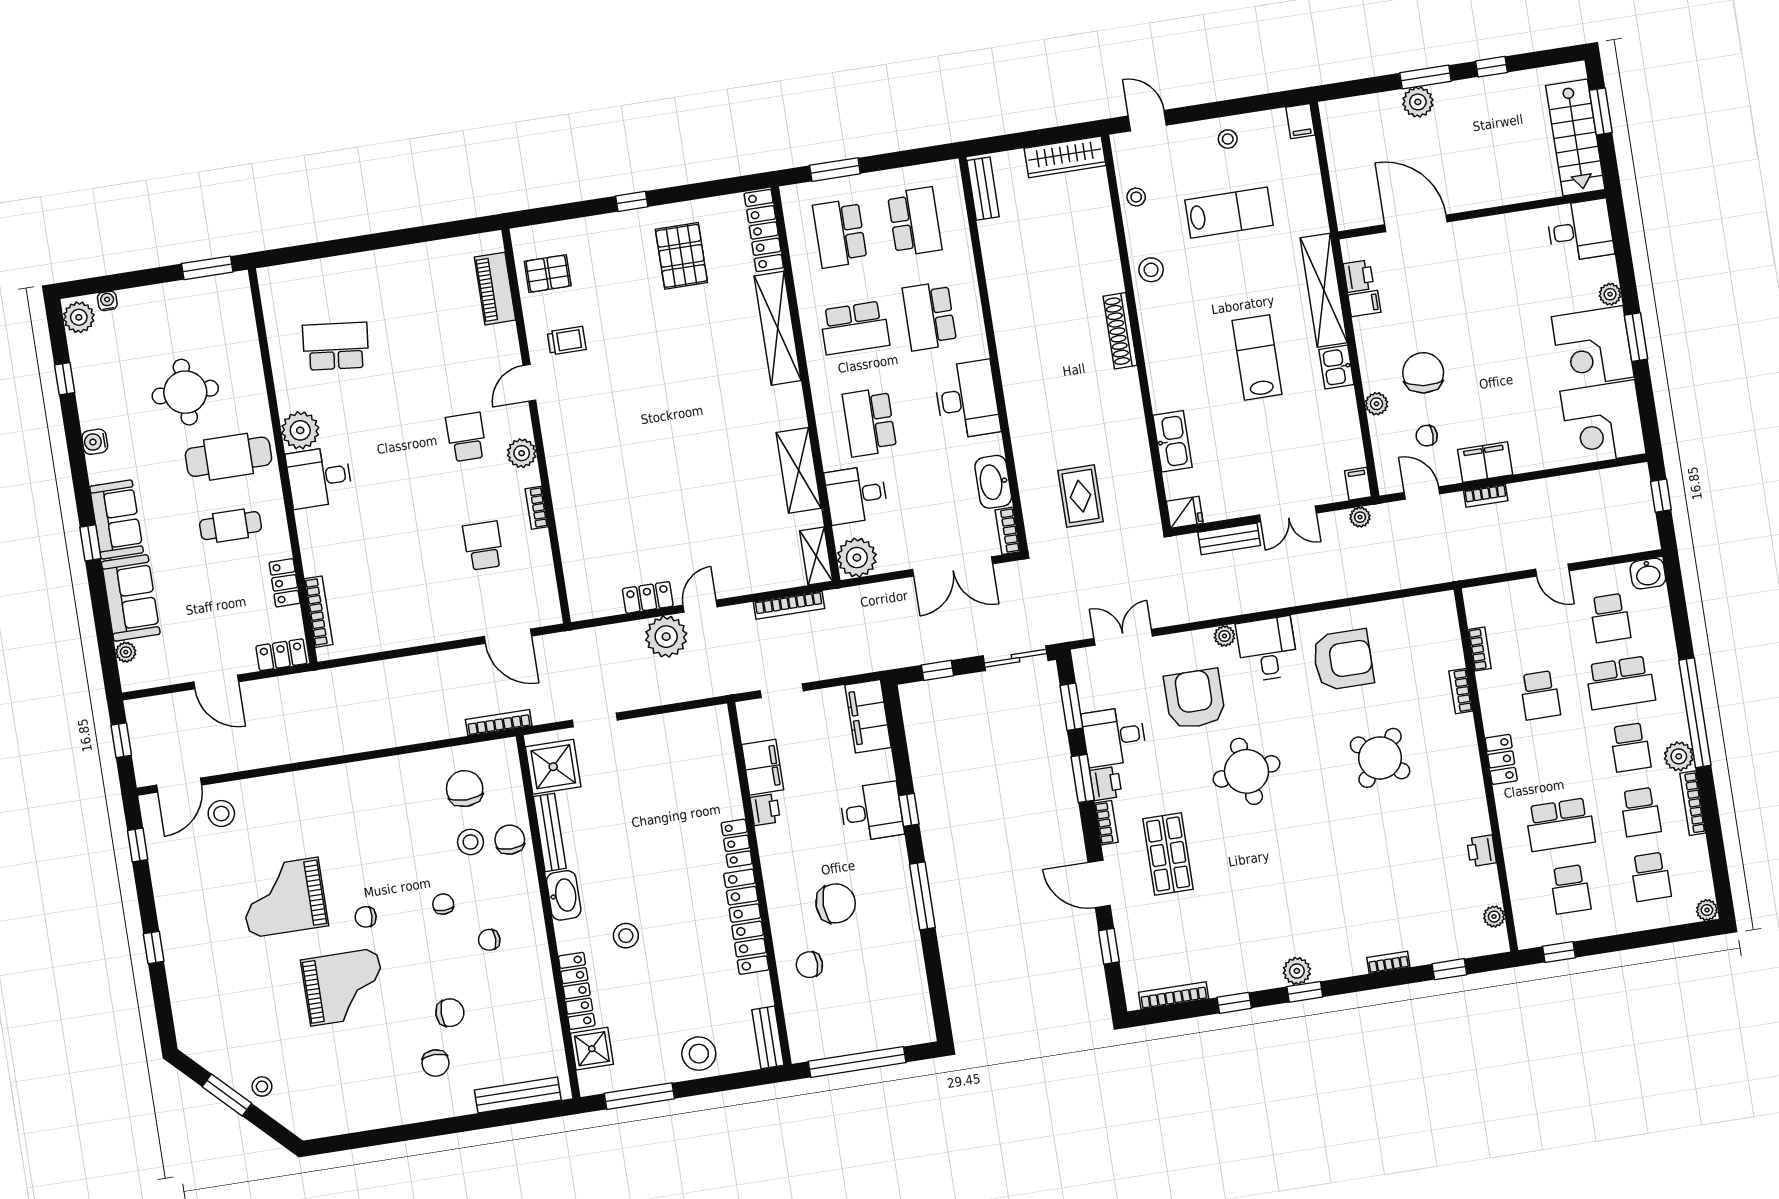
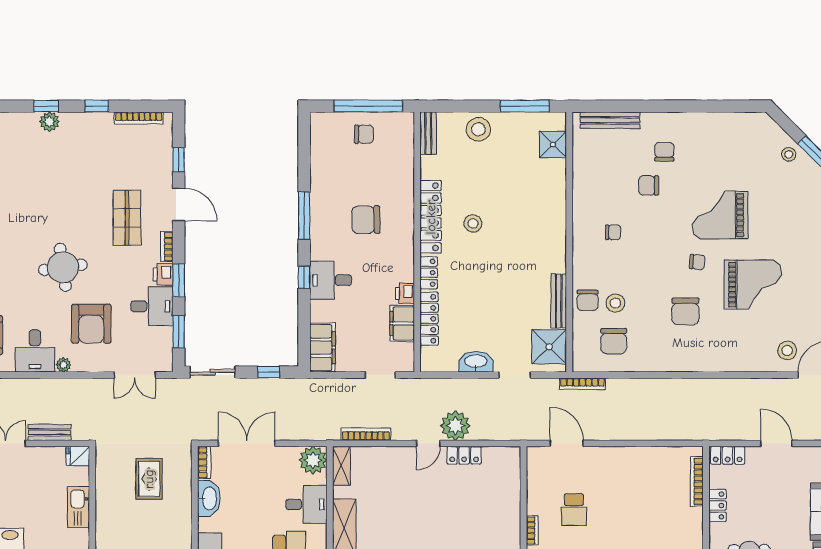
washbasin: (564, 895) -> (476, 362), moved, turned 90
chair: (443, 904) -> (685, 311), moved, width x1.87, depth x1.87
stool: (626, 936) -> (473, 223), moved
chair: (809, 965) -> (364, 134), moved
locker: (577, 991) -> (429, 319), moved, turned 180

